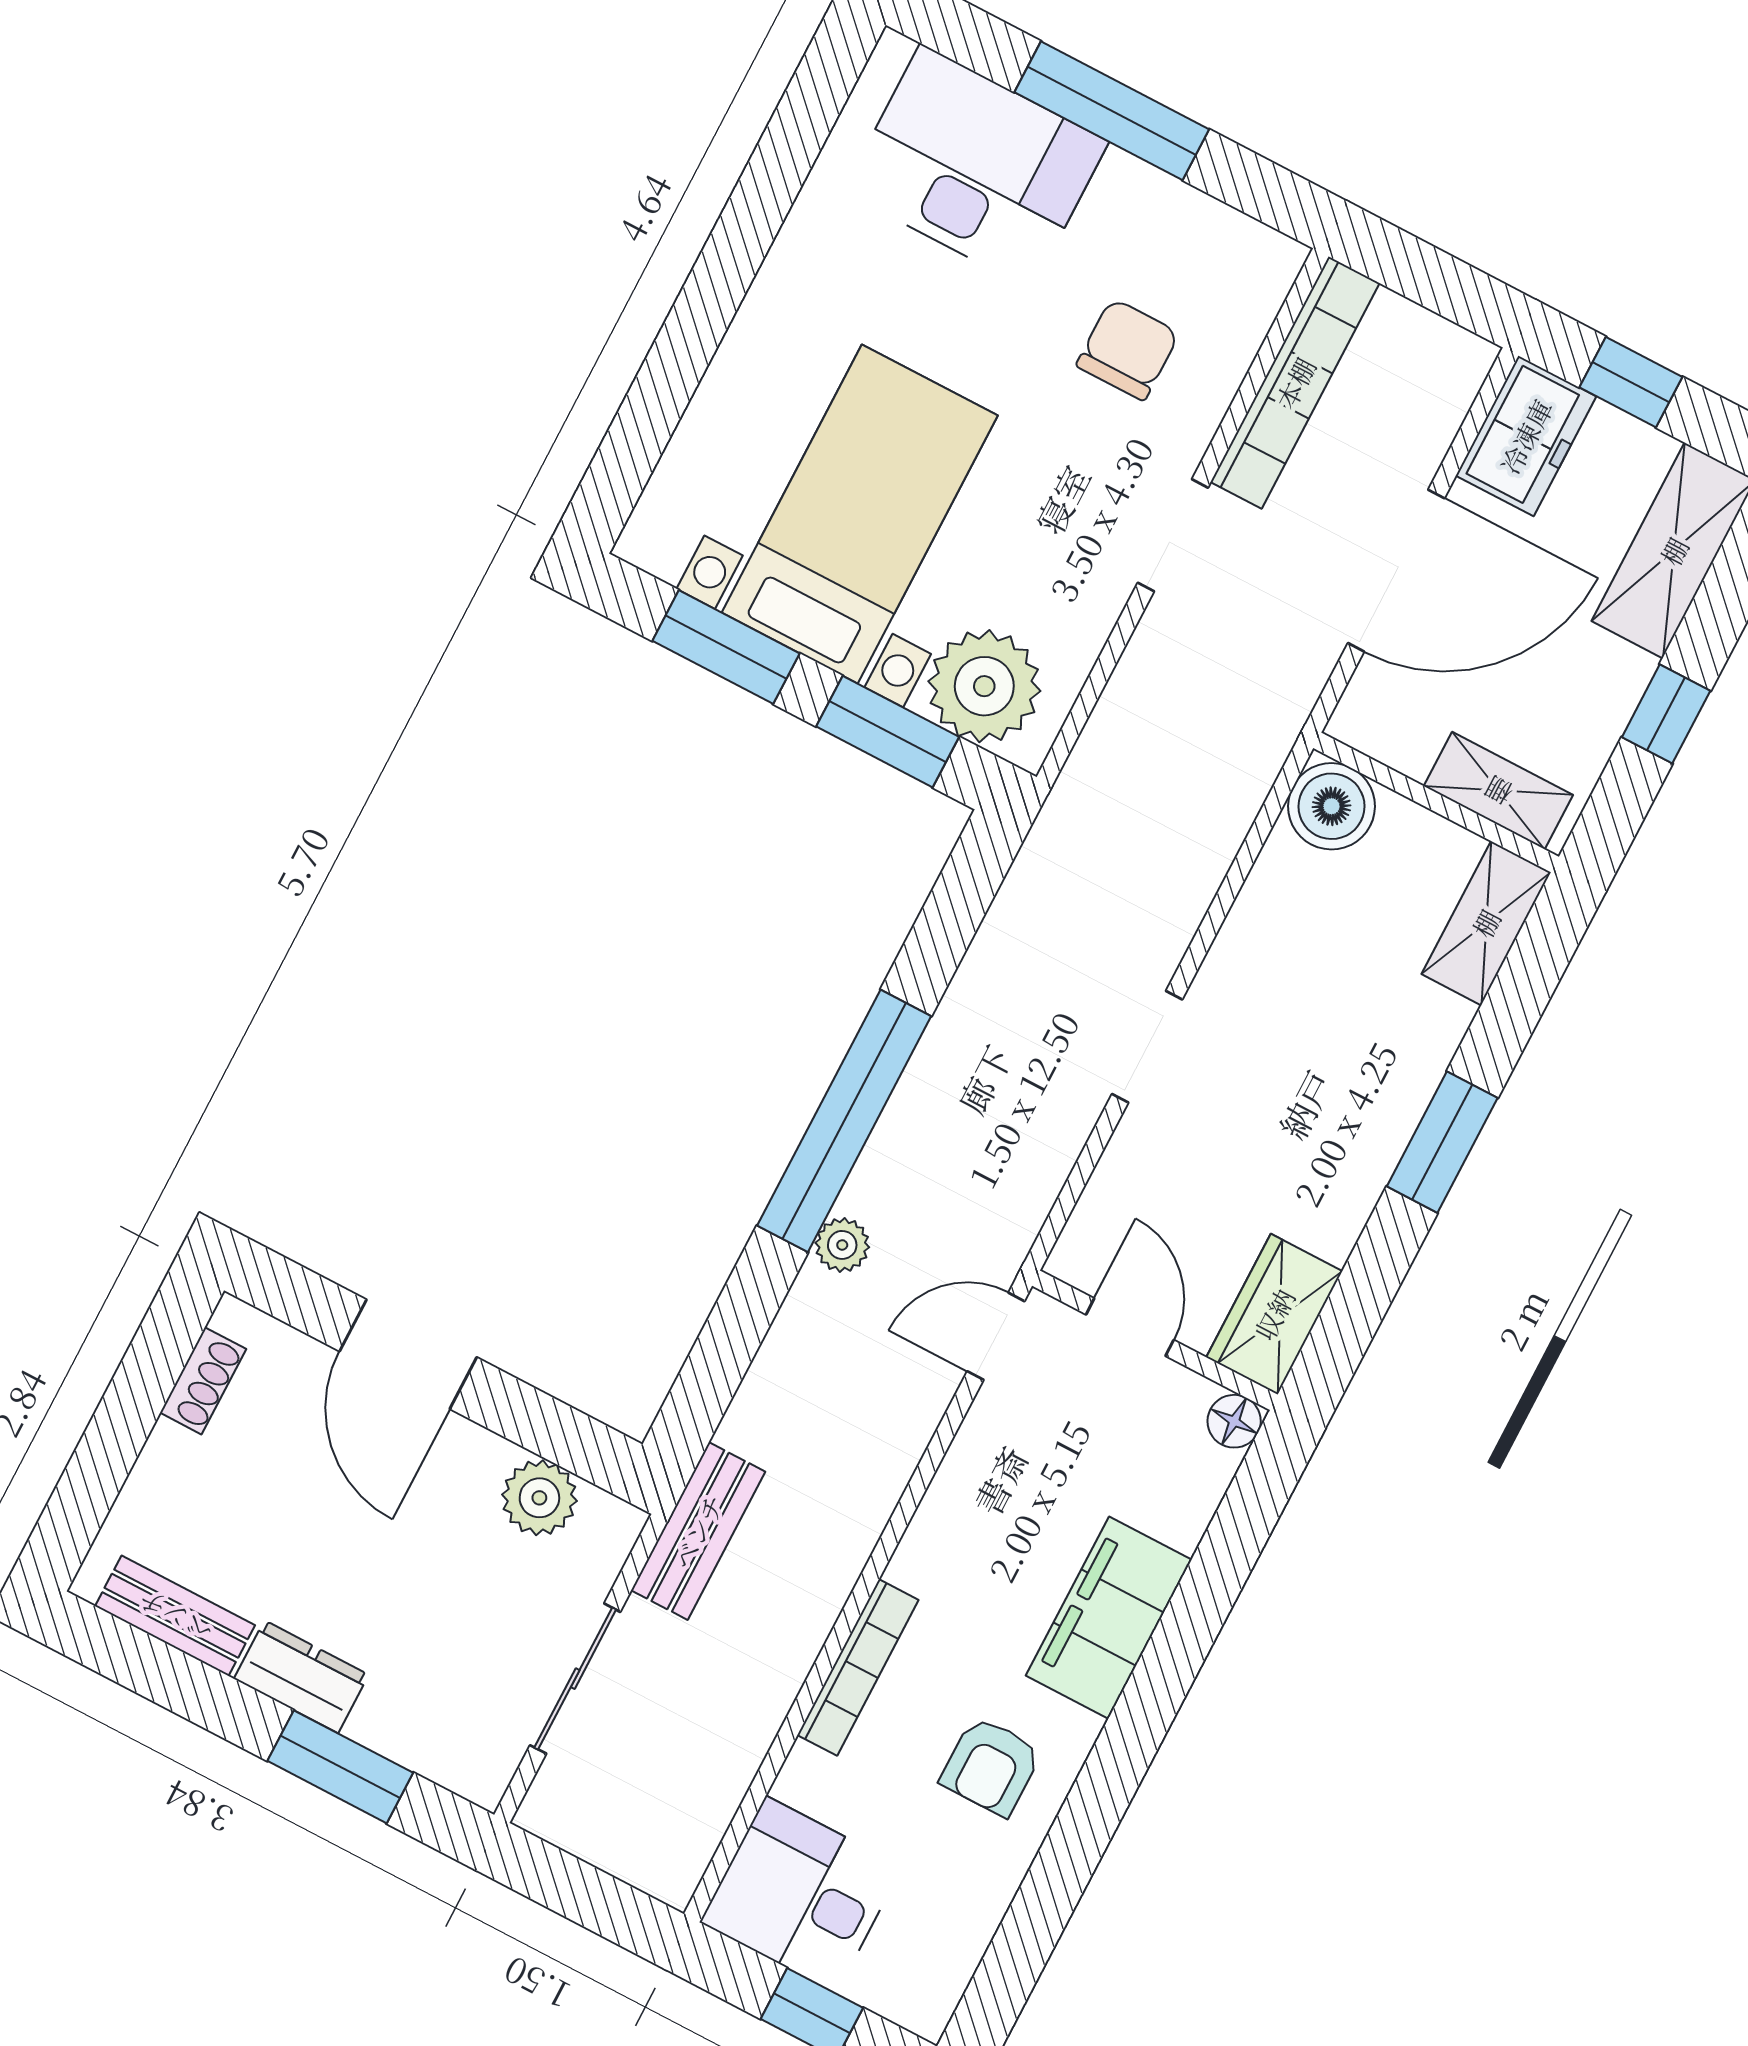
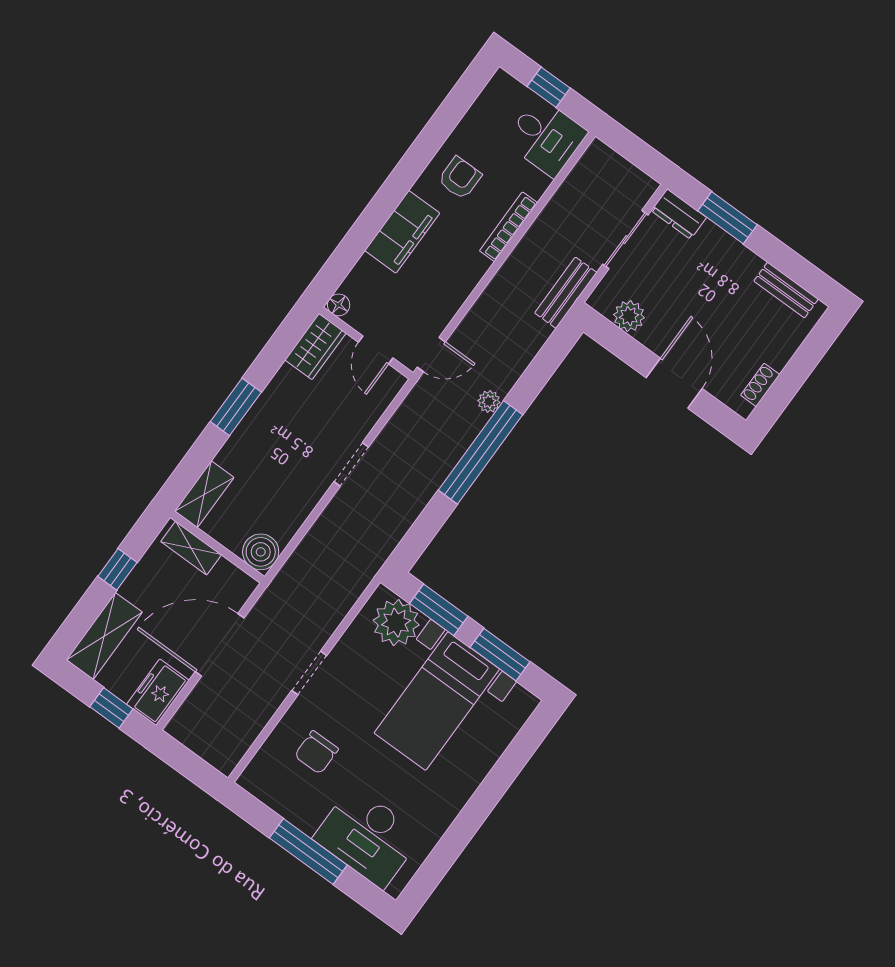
bookcase: (1295, 383) -> (250, 728), removed
dresser: (301, 1677) -> (679, 214), moved

